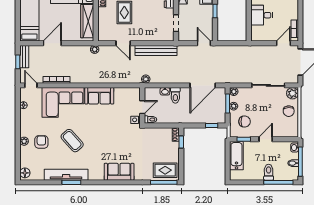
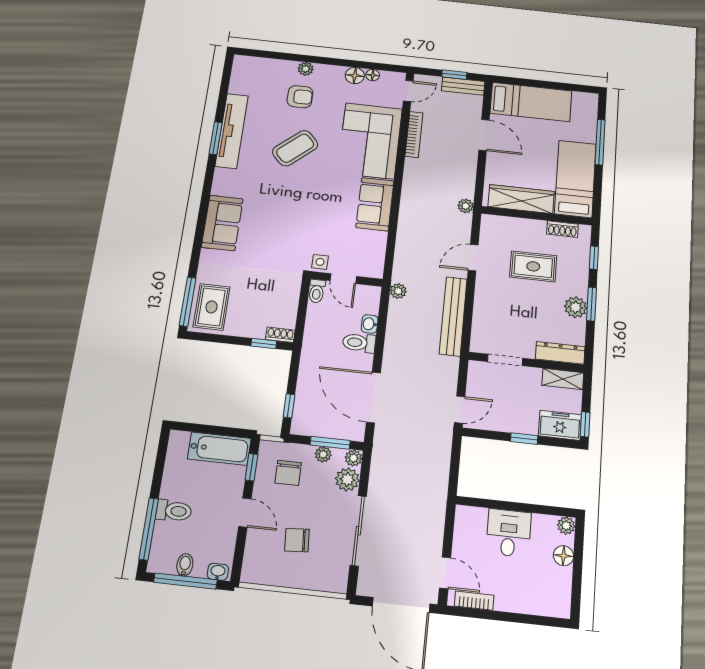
plant: (292, 93) -> (347, 479), moved
chair: (289, 111) -> (297, 540), moved
floor lamp: (25, 173) -> (355, 76), moved

